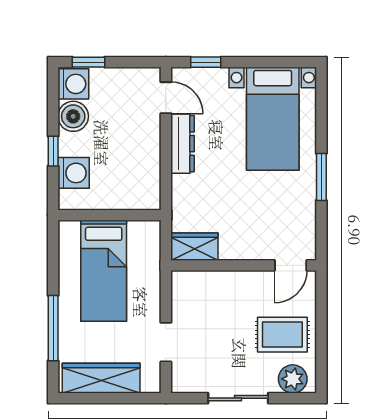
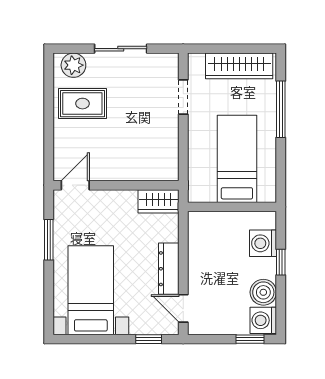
wardrobe: (194, 247) -> (159, 201), moved
wall: (244, 265) -> (116, 185), moved
door: (291, 265) -> (75, 185), moved

